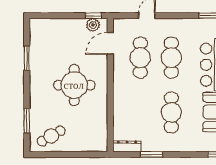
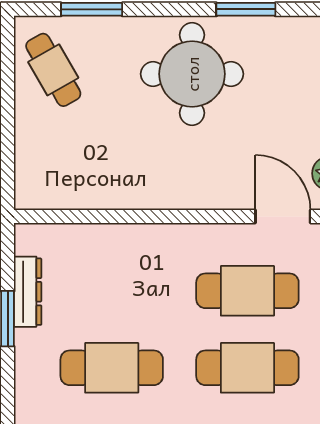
round table: (74, 85) -> (192, 74), moved
dresser: (127, 146) -> (28, 292), moved

